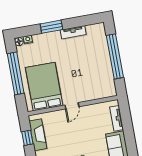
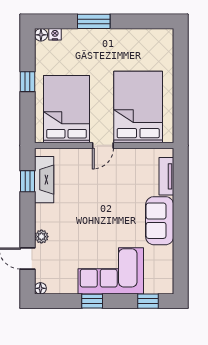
tv unit: (73, 32) -> (125, 36), removed
window: (115, 56) -> (181, 83), removed
window: (16, 73) -> (28, 82), width x0.32
bed: (90, 77) -> (138, 107), added

